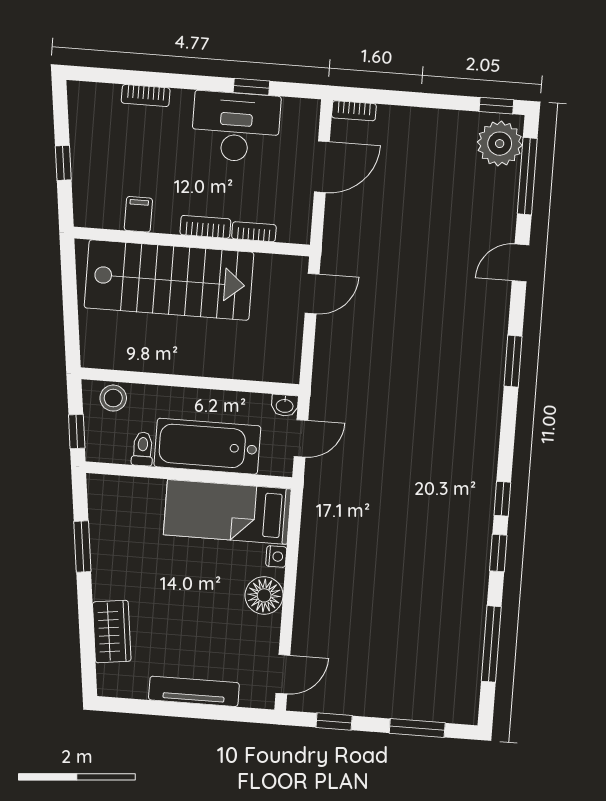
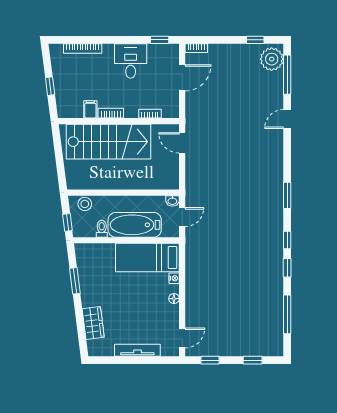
window: (251, 87) -> (160, 40), moved
bookcase: (146, 96) -> (83, 49), width x1.56
window: (496, 106) -> (255, 40), moved
desk: (236, 127) -> (131, 61), width x0.73
bookcase: (205, 227) -> (111, 113), moved
door: (312, 294) -> (182, 143), swing flipped
window: (513, 361) -> (287, 195), moved
floor lamp: (264, 595) -> (174, 299), width x0.53, depth x0.53
window: (417, 728) -> (253, 360), width x0.67

